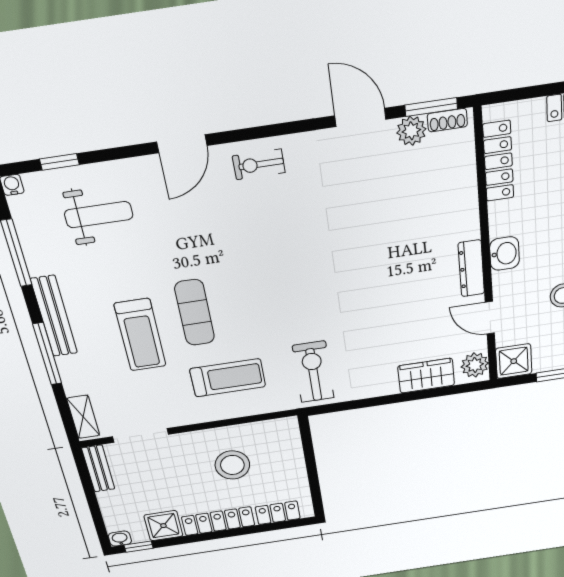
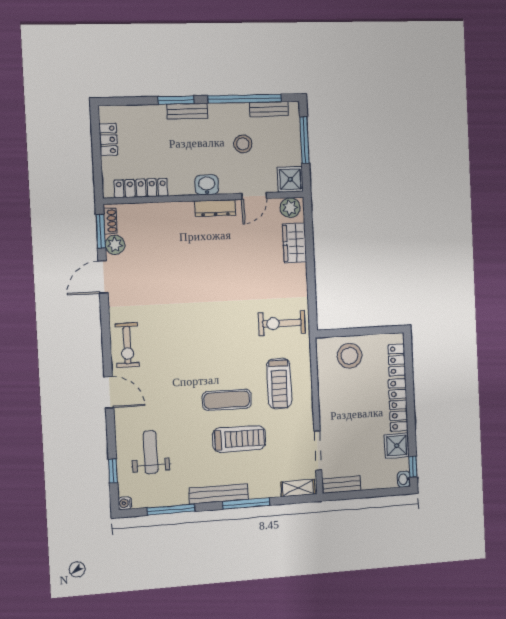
exercise bike: (259, 164) -> (127, 345), width x1.38, depth x1.39
treadmill: (228, 378) -> (279, 383), turned 180
stool: (232, 465) -> (349, 356), moved

